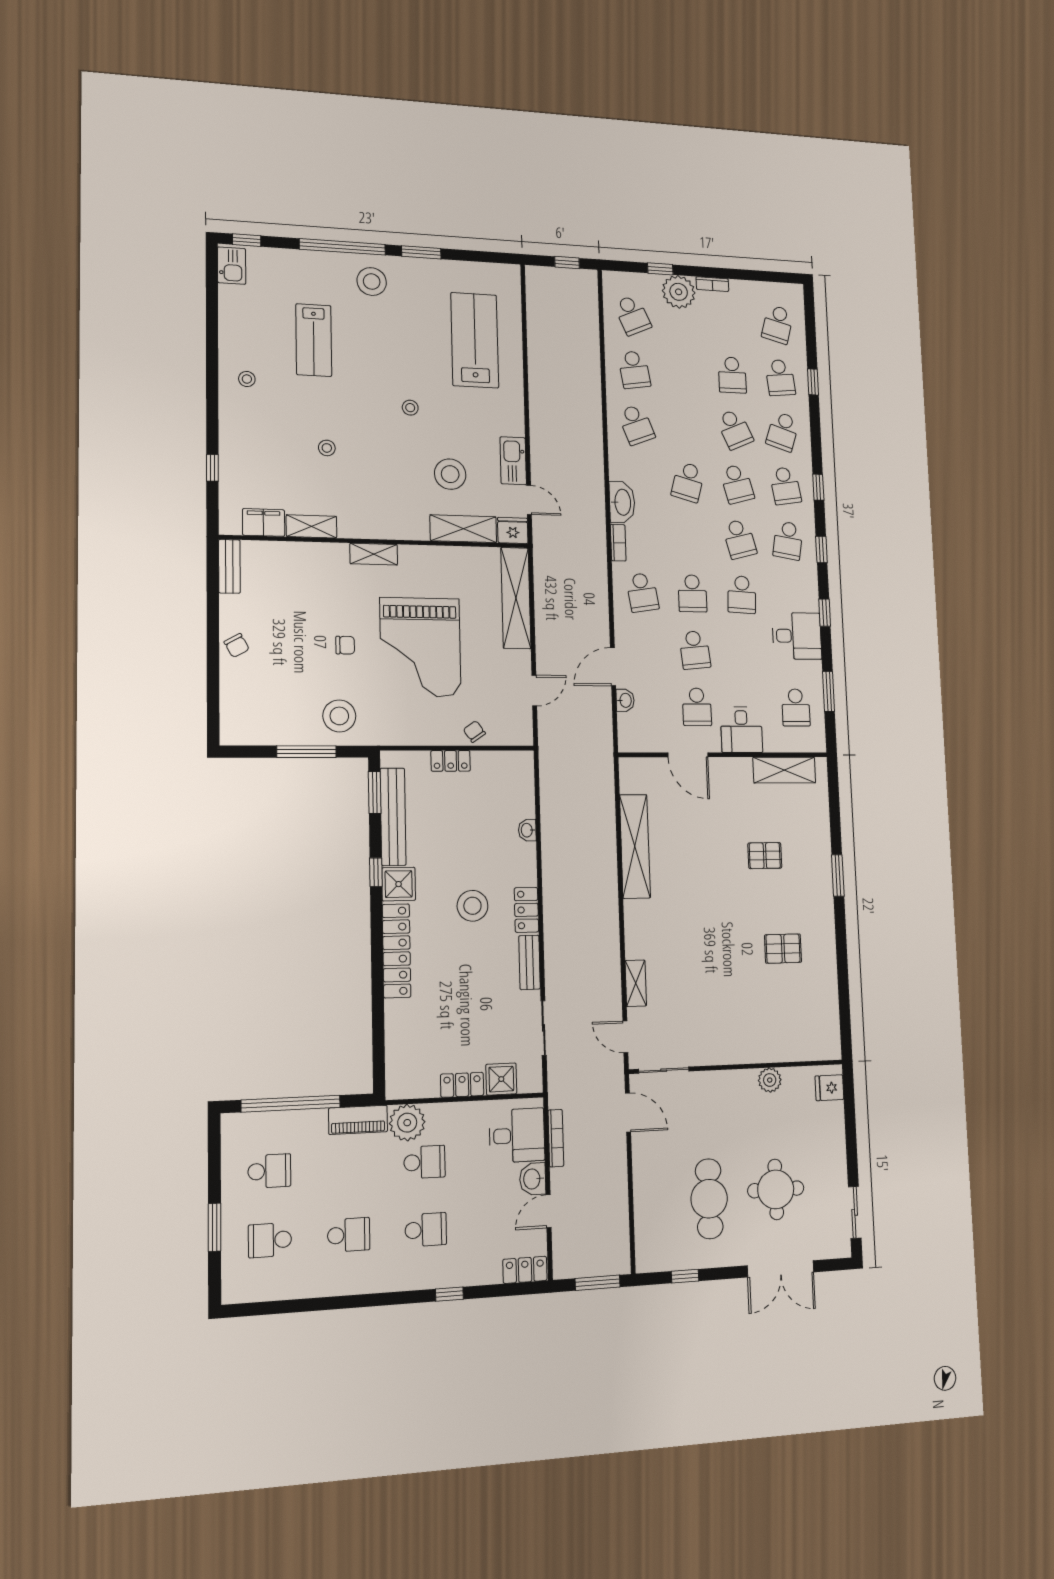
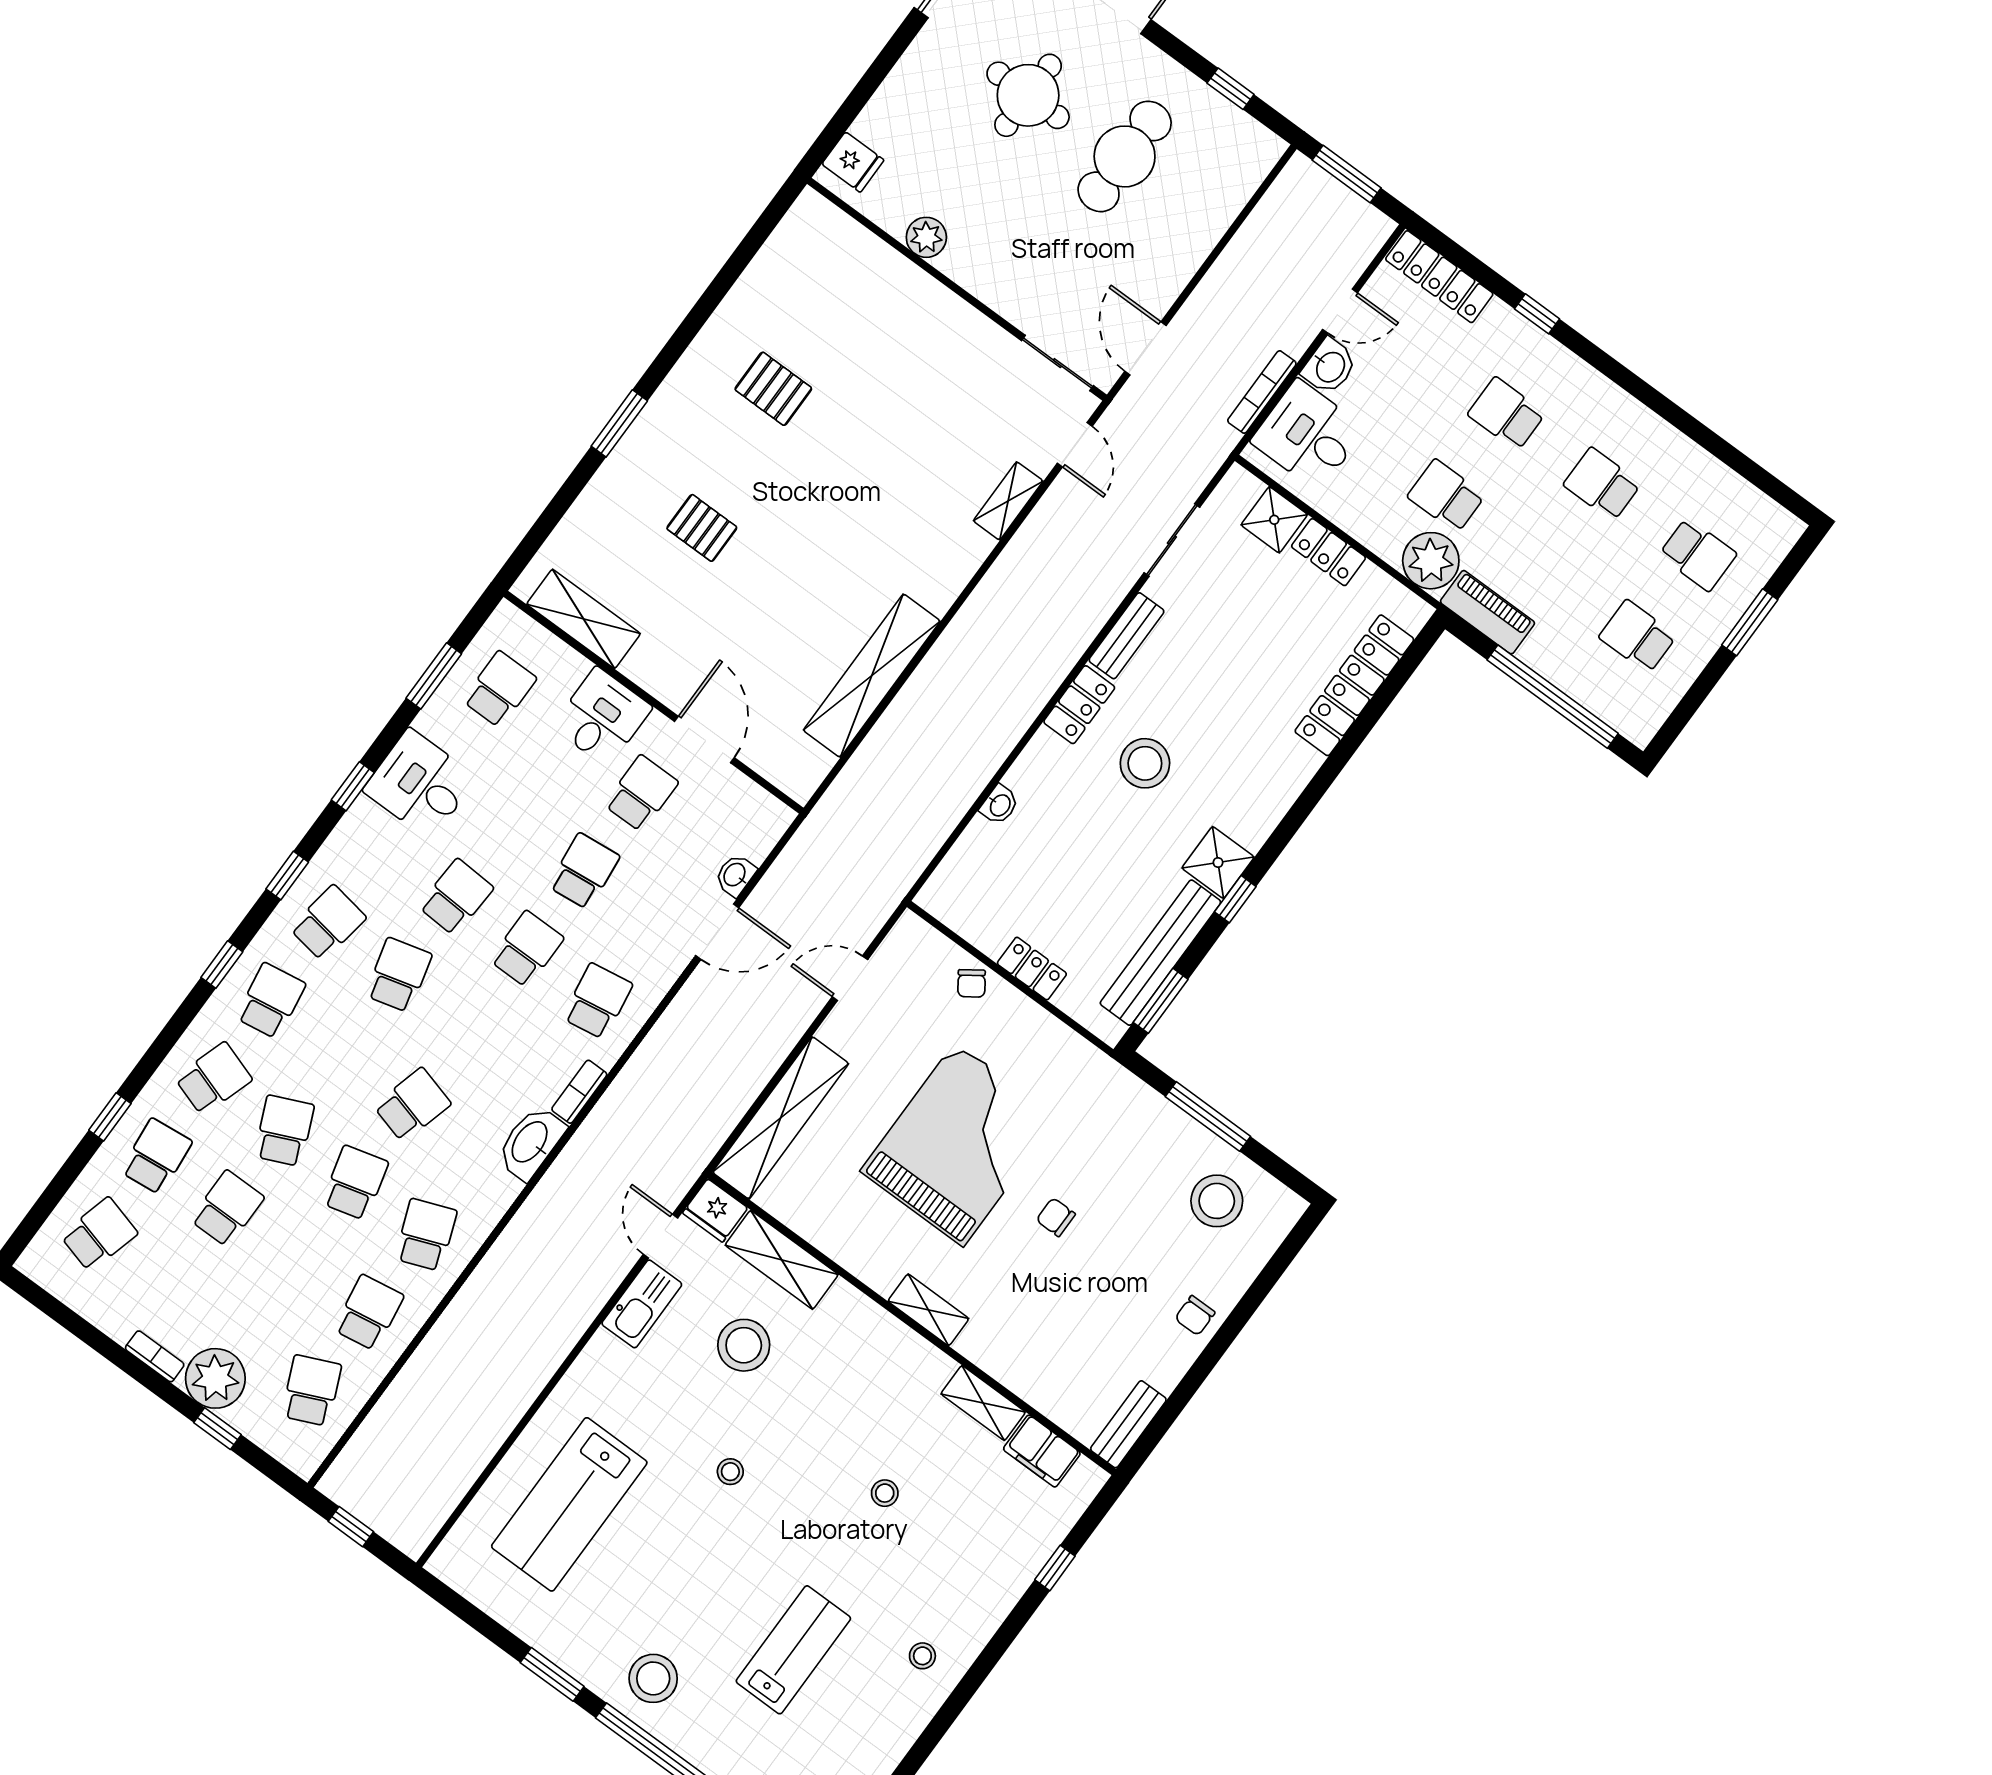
school desk: (737, 484) -> (355, 1183), moved
chair: (237, 646) -> (1195, 1316), turned -151
stool: (339, 716) -> (1217, 1201), moved
locker: (397, 951) -> (1354, 685), moved
locker: (525, 1270) -> (1439, 277), width x1.53

